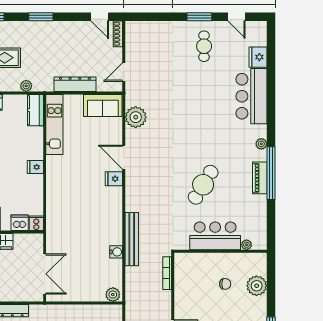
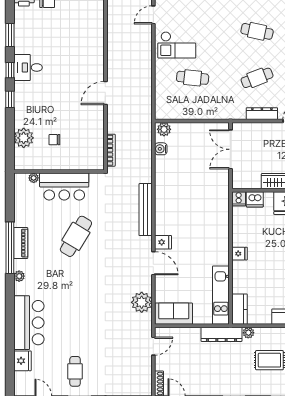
dresser: (75, 84) -> (221, 334), moved
bench: (132, 239) -> (146, 210), moved
water cooler: (116, 252) -> (161, 149), moved

